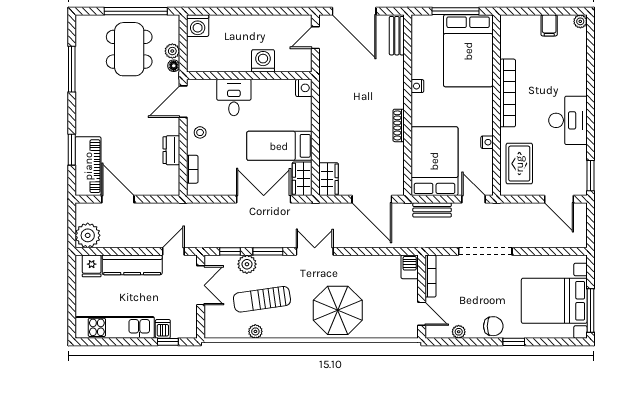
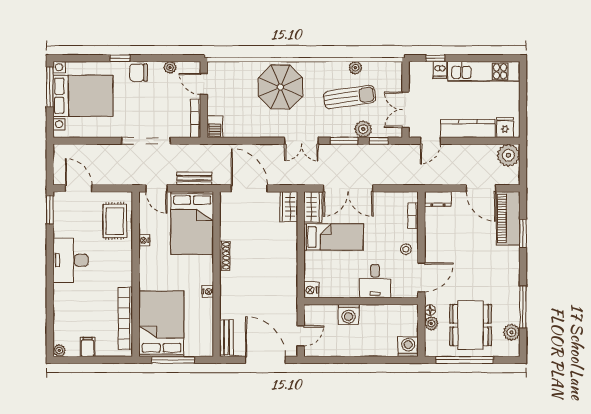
plant: (84, 41) -> (511, 332), added
bookcase: (508, 93) -> (125, 318), moved
dresser: (171, 150) -> (438, 199), moved, turned 90

